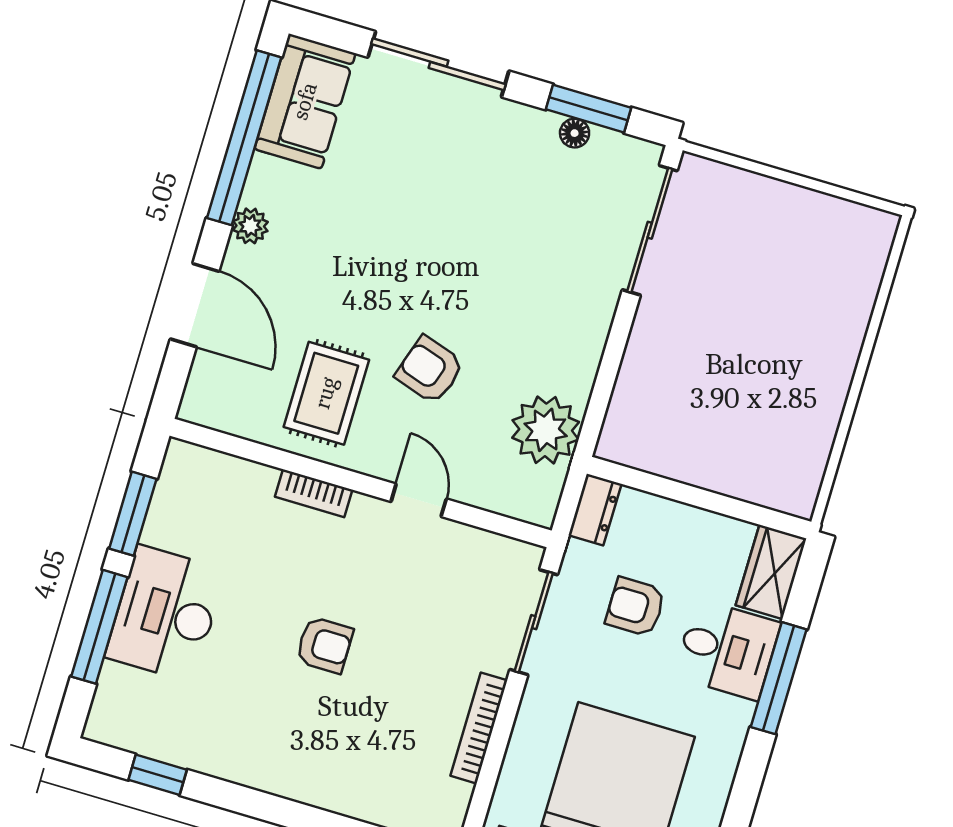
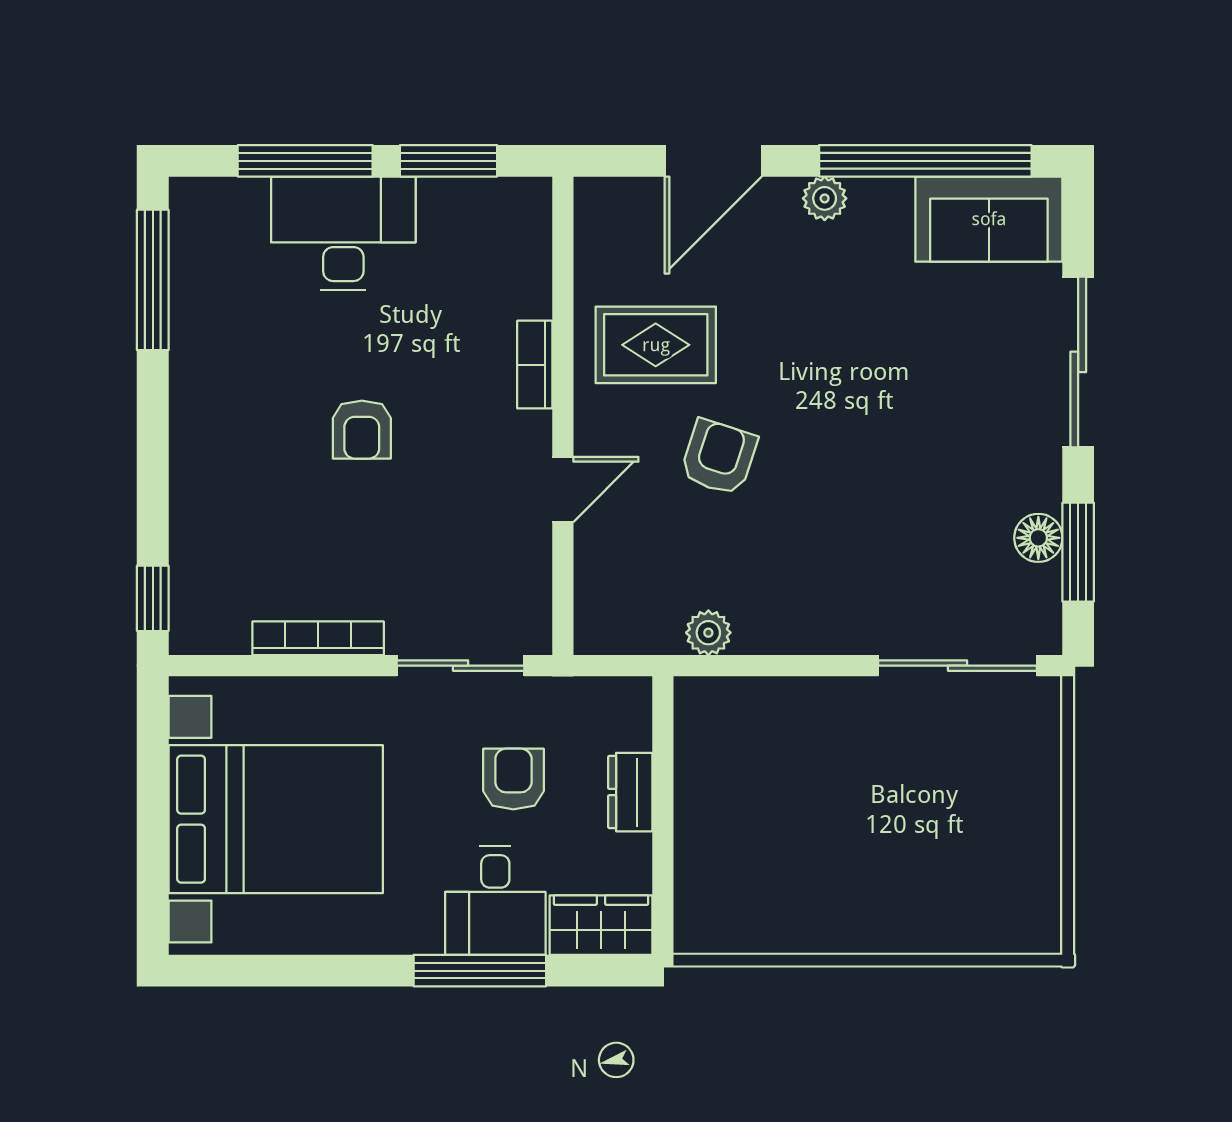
floor lamp: (575, 133) -> (1038, 538), width x1.37, depth x1.37
plant: (546, 430) -> (708, 633), width x0.53, depth x0.53
dresser: (595, 510) -> (630, 792), moved, turned 90
window: (158, 775) -> (153, 280), width x2.17

